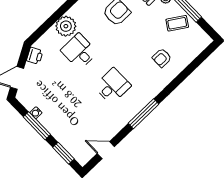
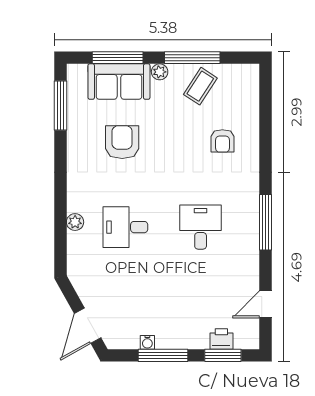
plant: (66, 26) -> (75, 222), width x0.53, depth x0.53
printer: (35, 56) -> (221, 339), moved, turned -61

